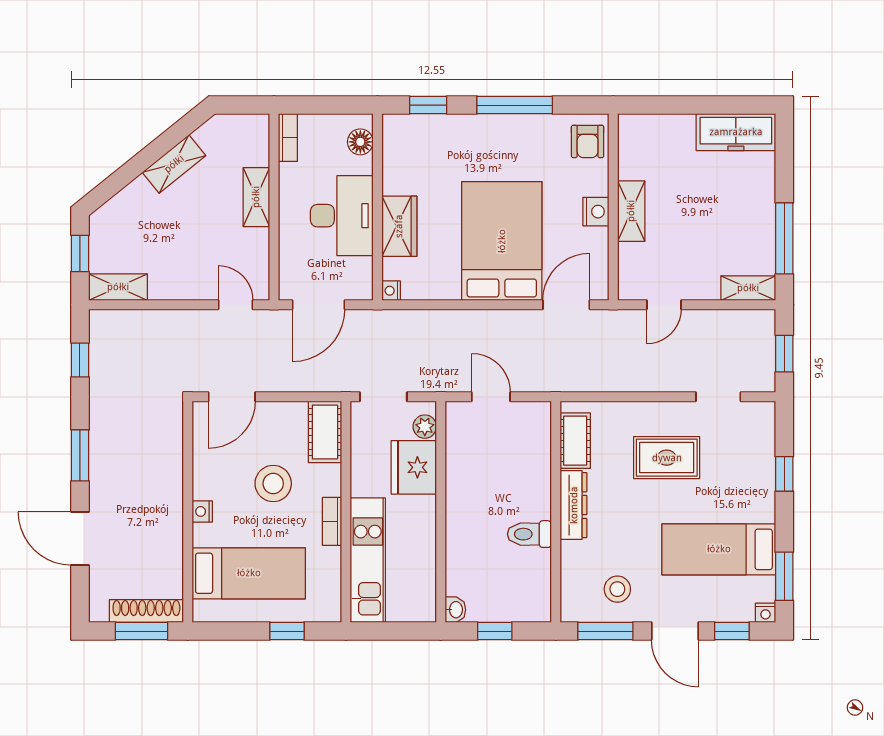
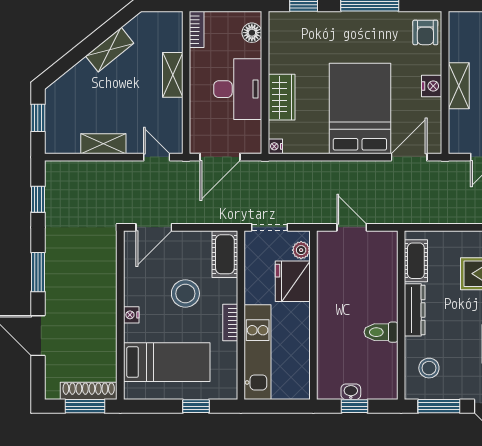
shelving: (118, 287) -> (103, 144), moved
stool: (617, 589) -> (429, 368), moved
washbasin: (455, 610) -> (351, 392), moved, turned -90

